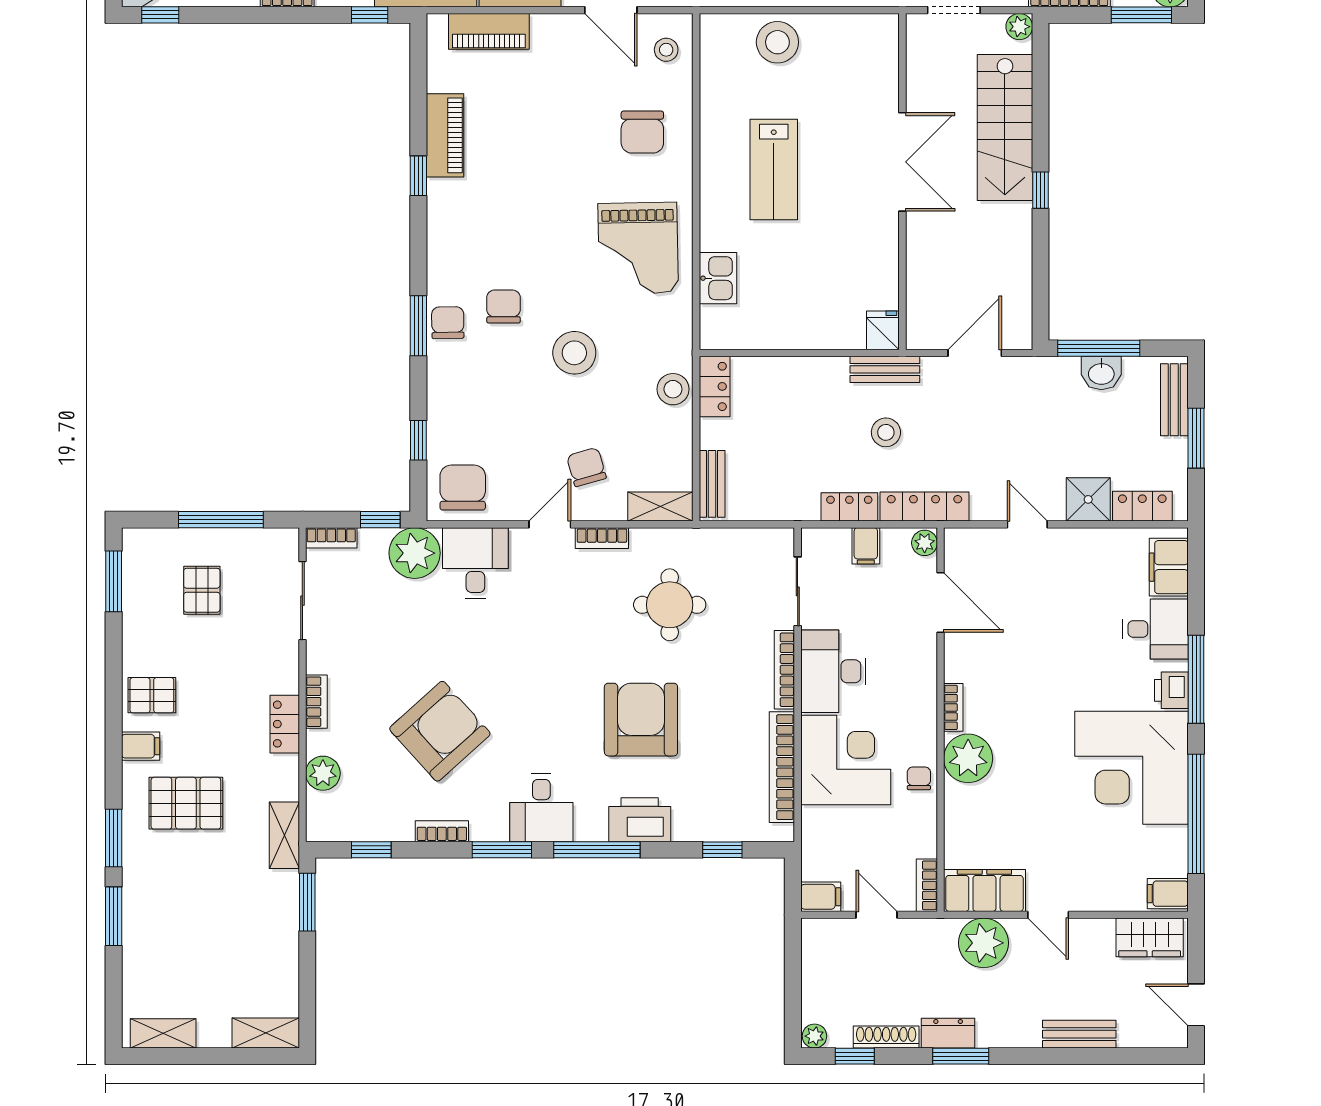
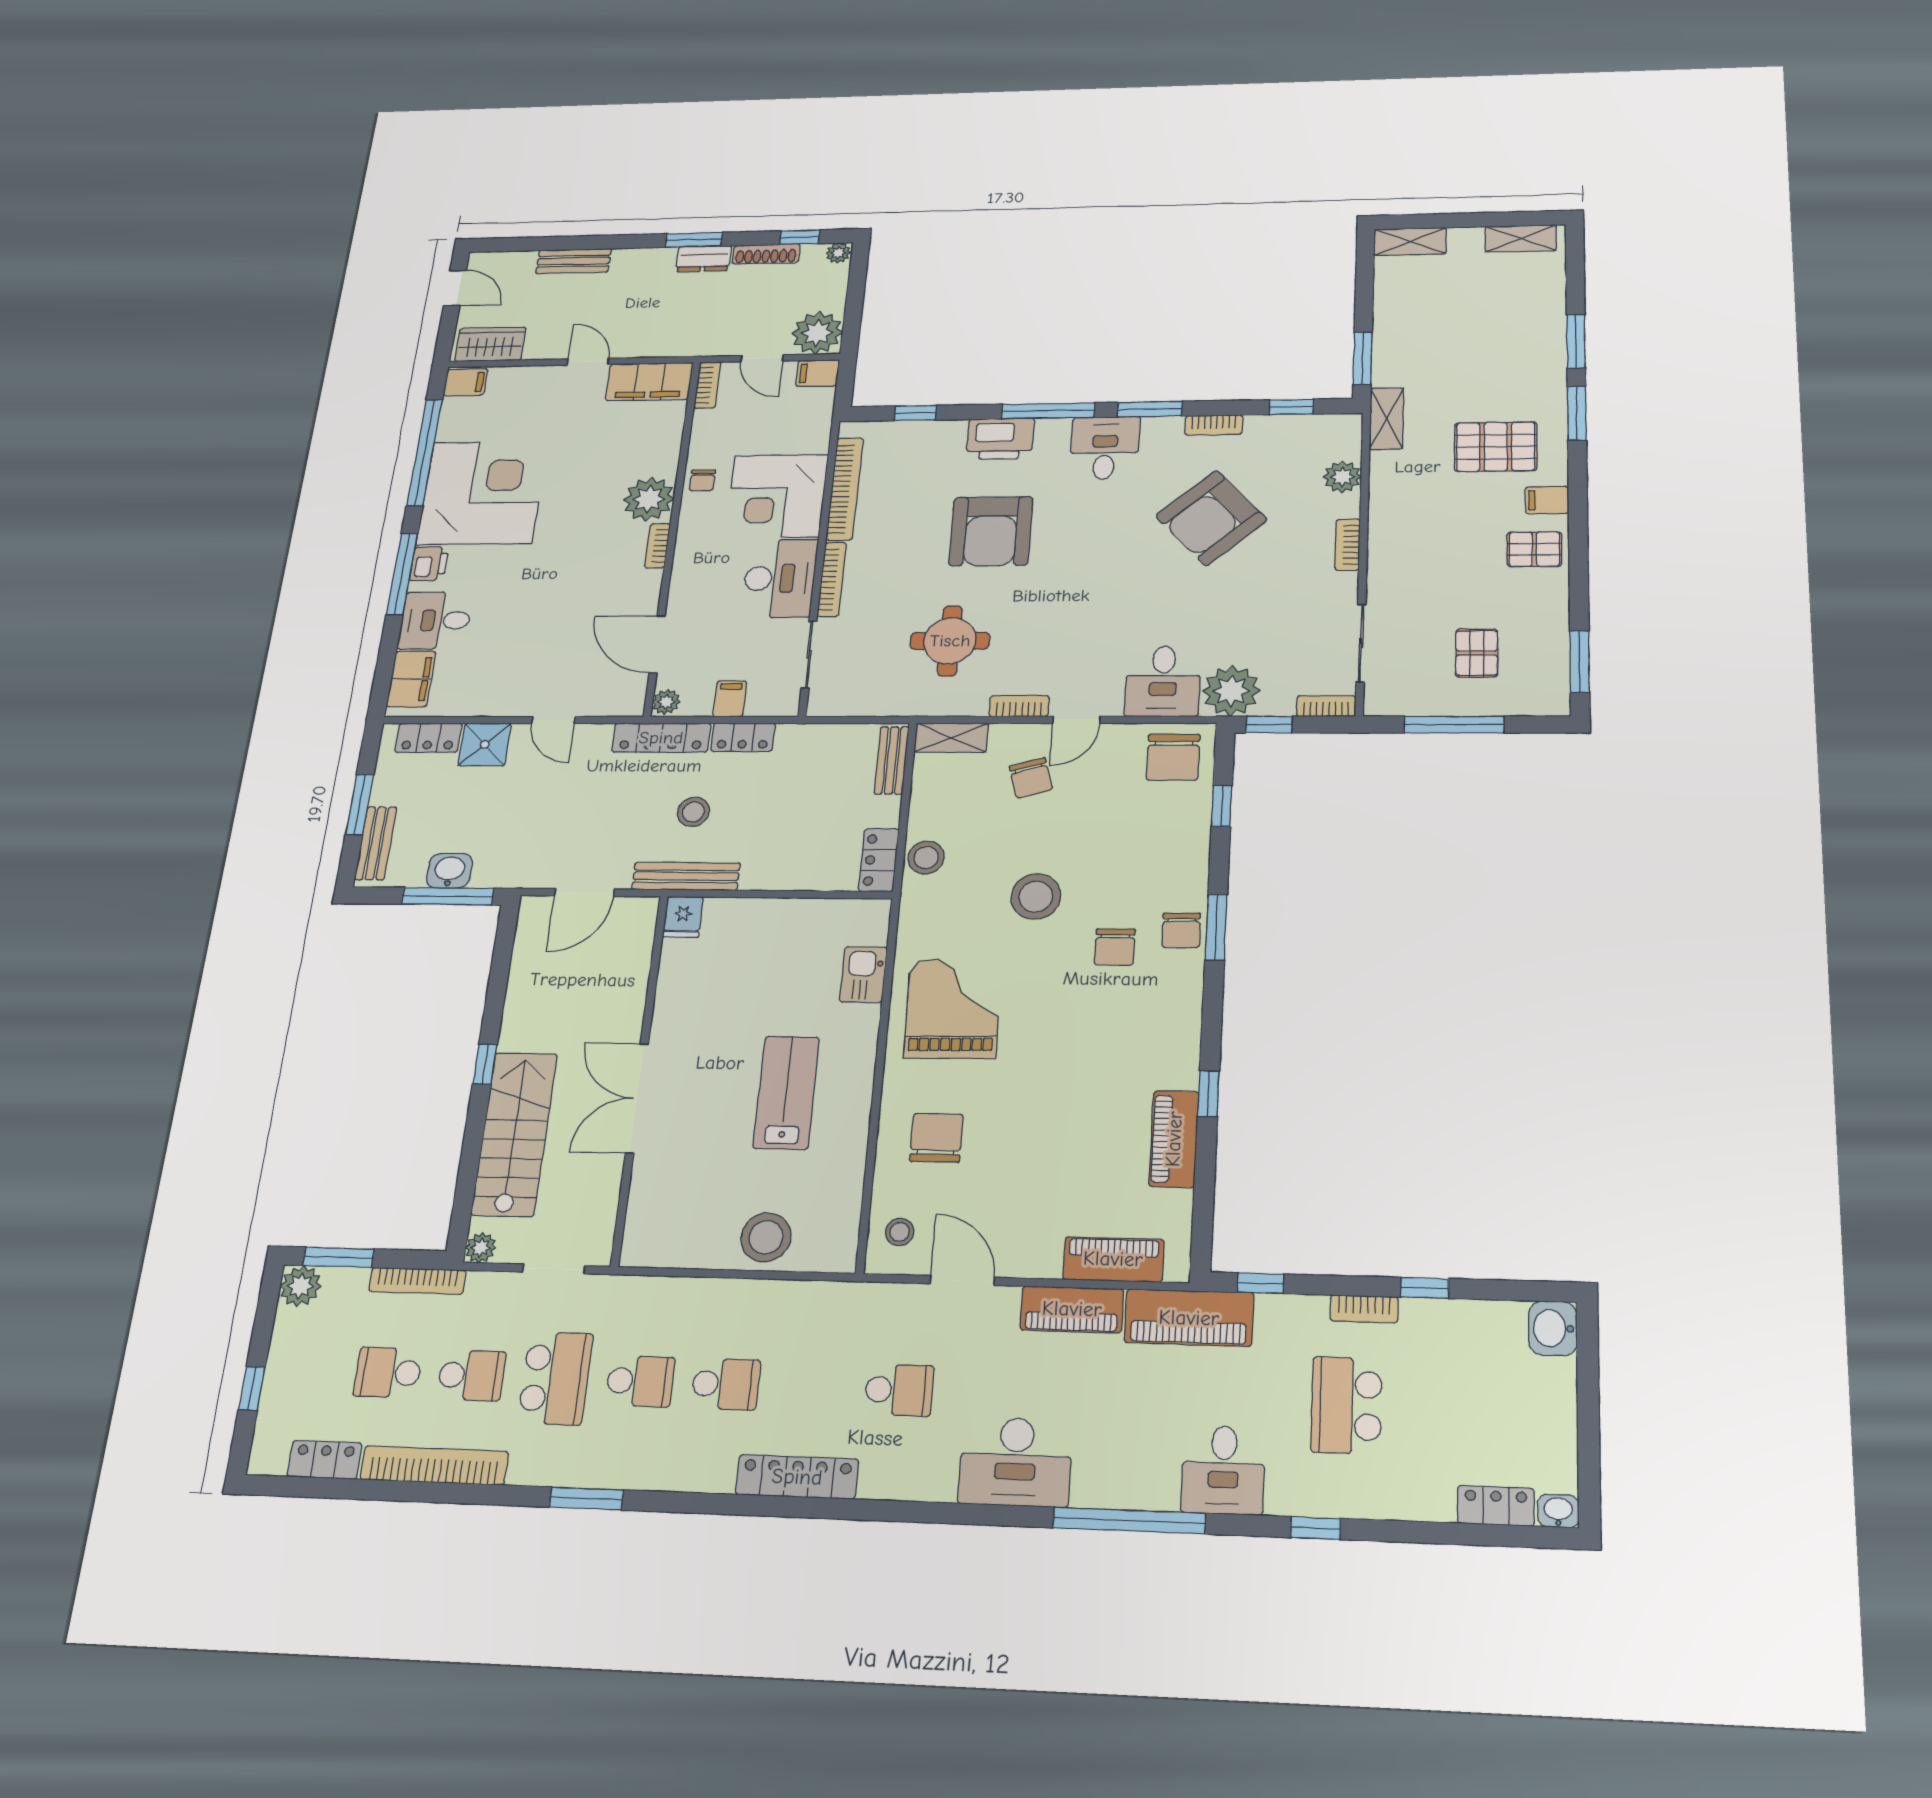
window: (160, 15) -> (1425, 1288), moved
bench: (885, 369) -> (686, 876), width x1.36
locker: (285, 724) -> (1384, 523), removed
plant: (984, 943) -> (817, 333), moved

